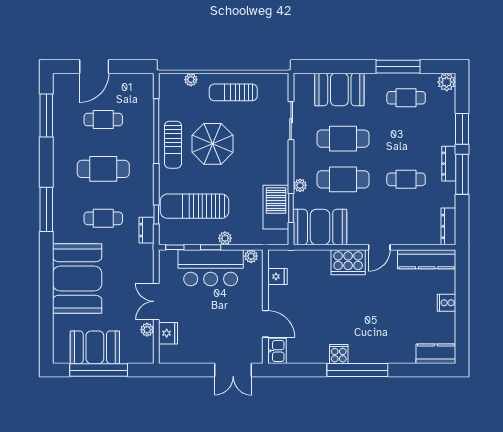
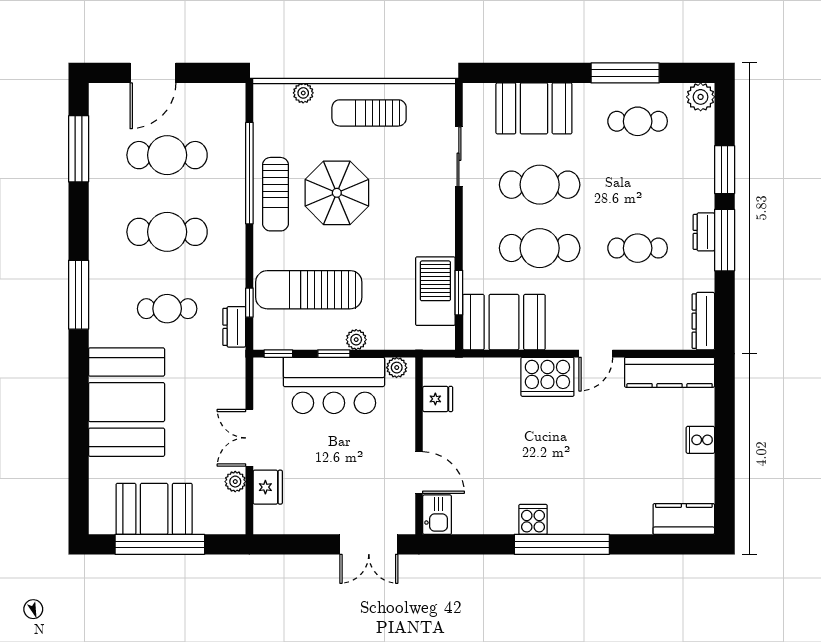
cafe table: (103, 120) -> (167, 155), width x1.37, depth x1.35
dresser: (449, 164) -> (704, 232), width x0.70
plant: (300, 185) -> (473, 257), removed

